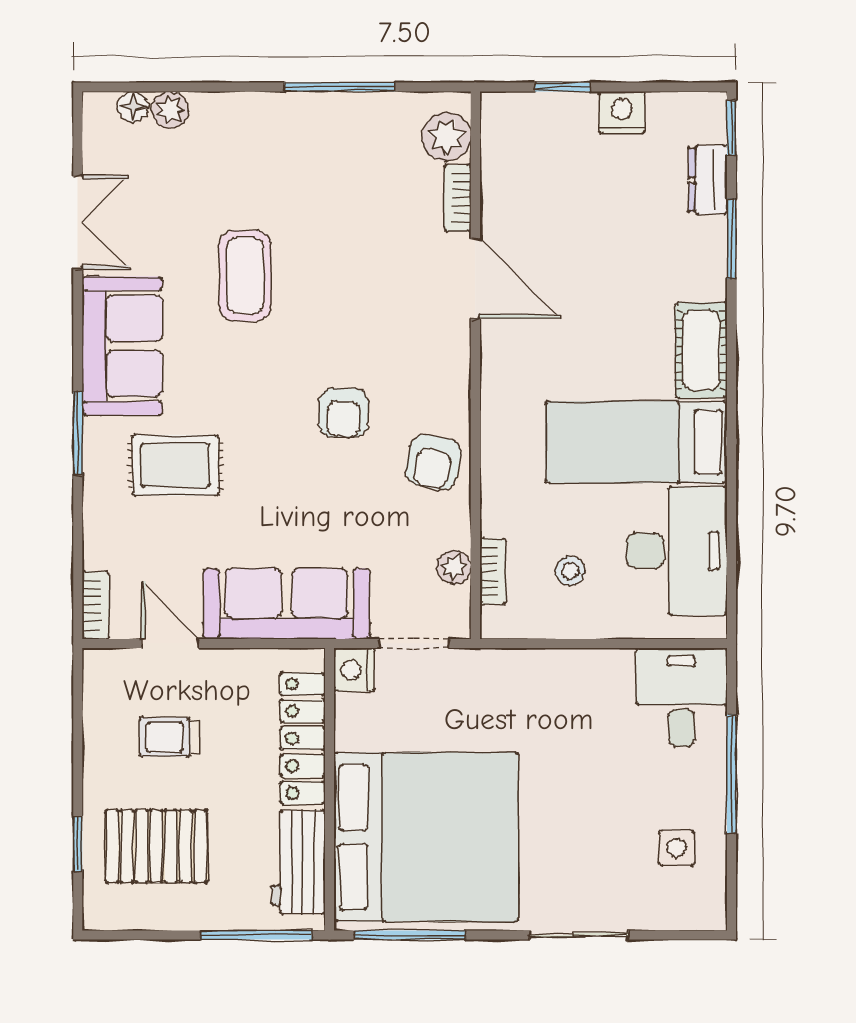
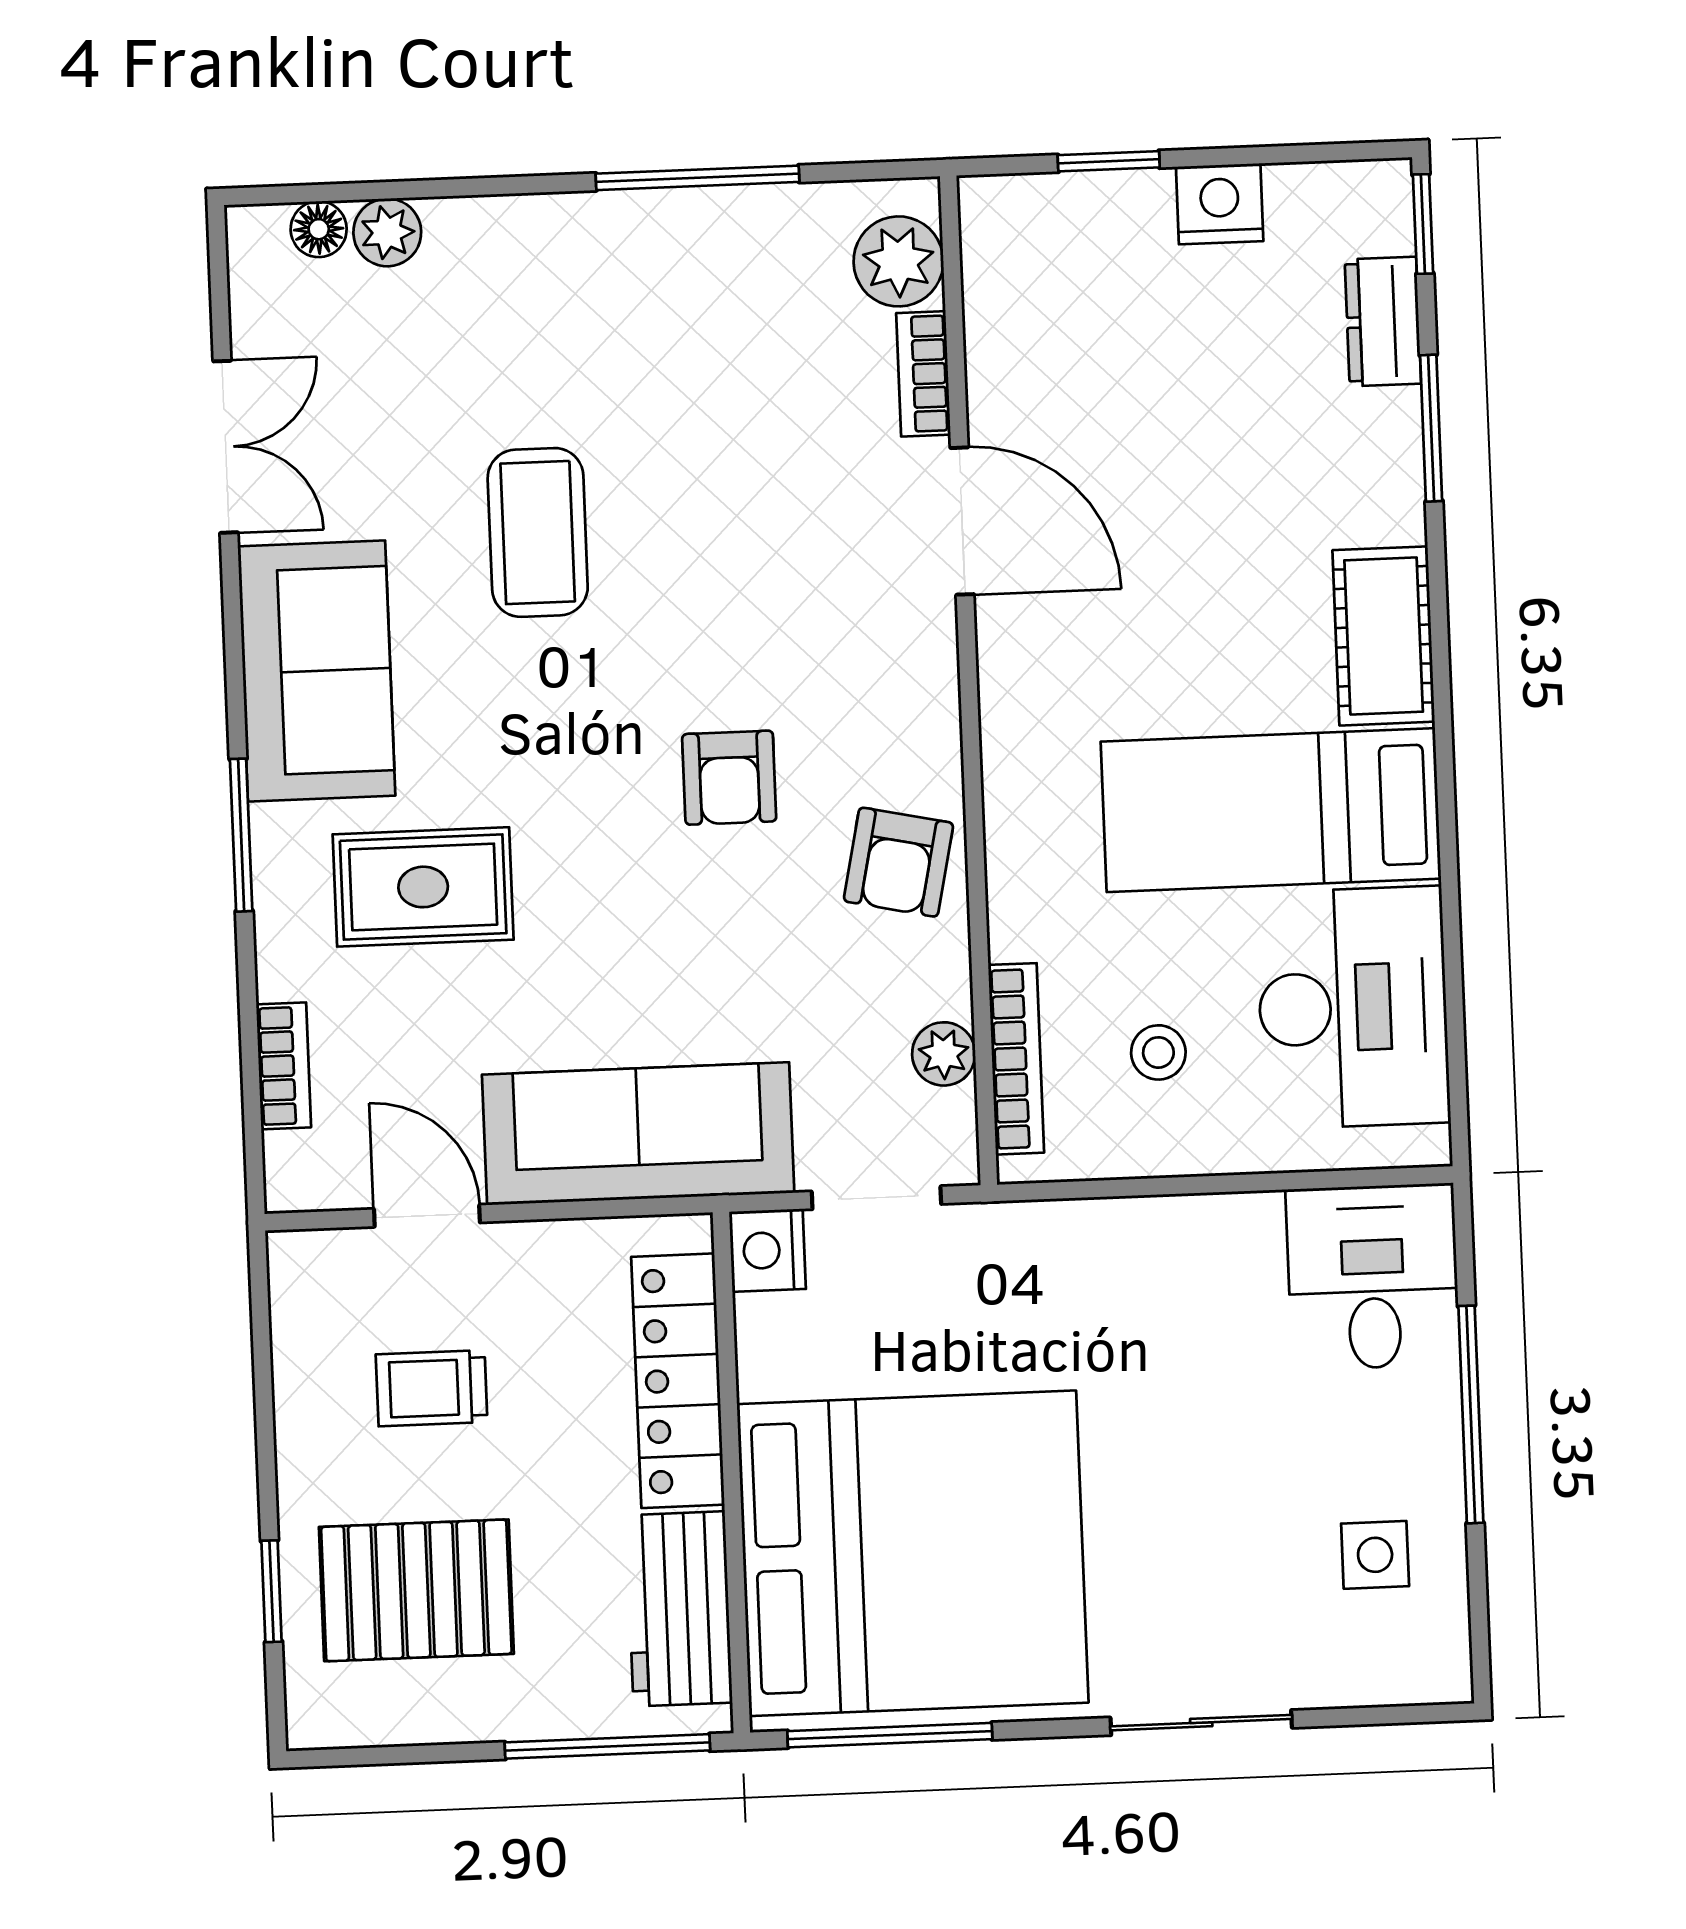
bookcase: (493, 571) -> (1016, 1059), width x1.56
bookcase: (96, 605) -> (284, 1066), moved

